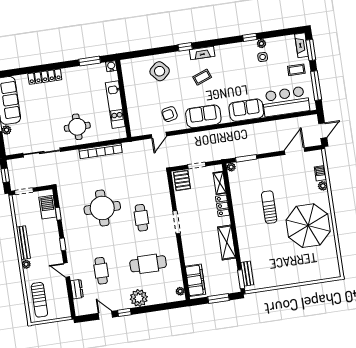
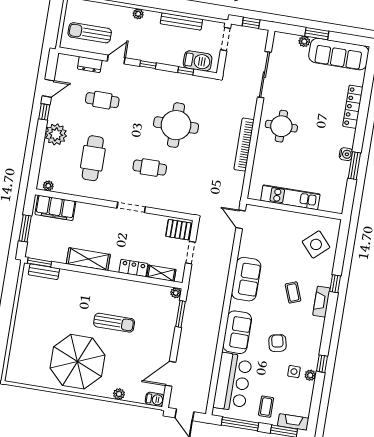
water cooler: (111, 66) -> (346, 154), moved
wall: (123, 99) -> (294, 209), moved
kitchen unit: (115, 105) -> (290, 197), moved
armchair: (170, 114) -> (277, 343), moved
door: (295, 151) -> (171, 374), swing flipped
barbecue: (320, 173) -> (155, 399), moved
bench: (23, 243) -> (181, 21), moved
sun lounger: (39, 300) -> (90, 33), moved

